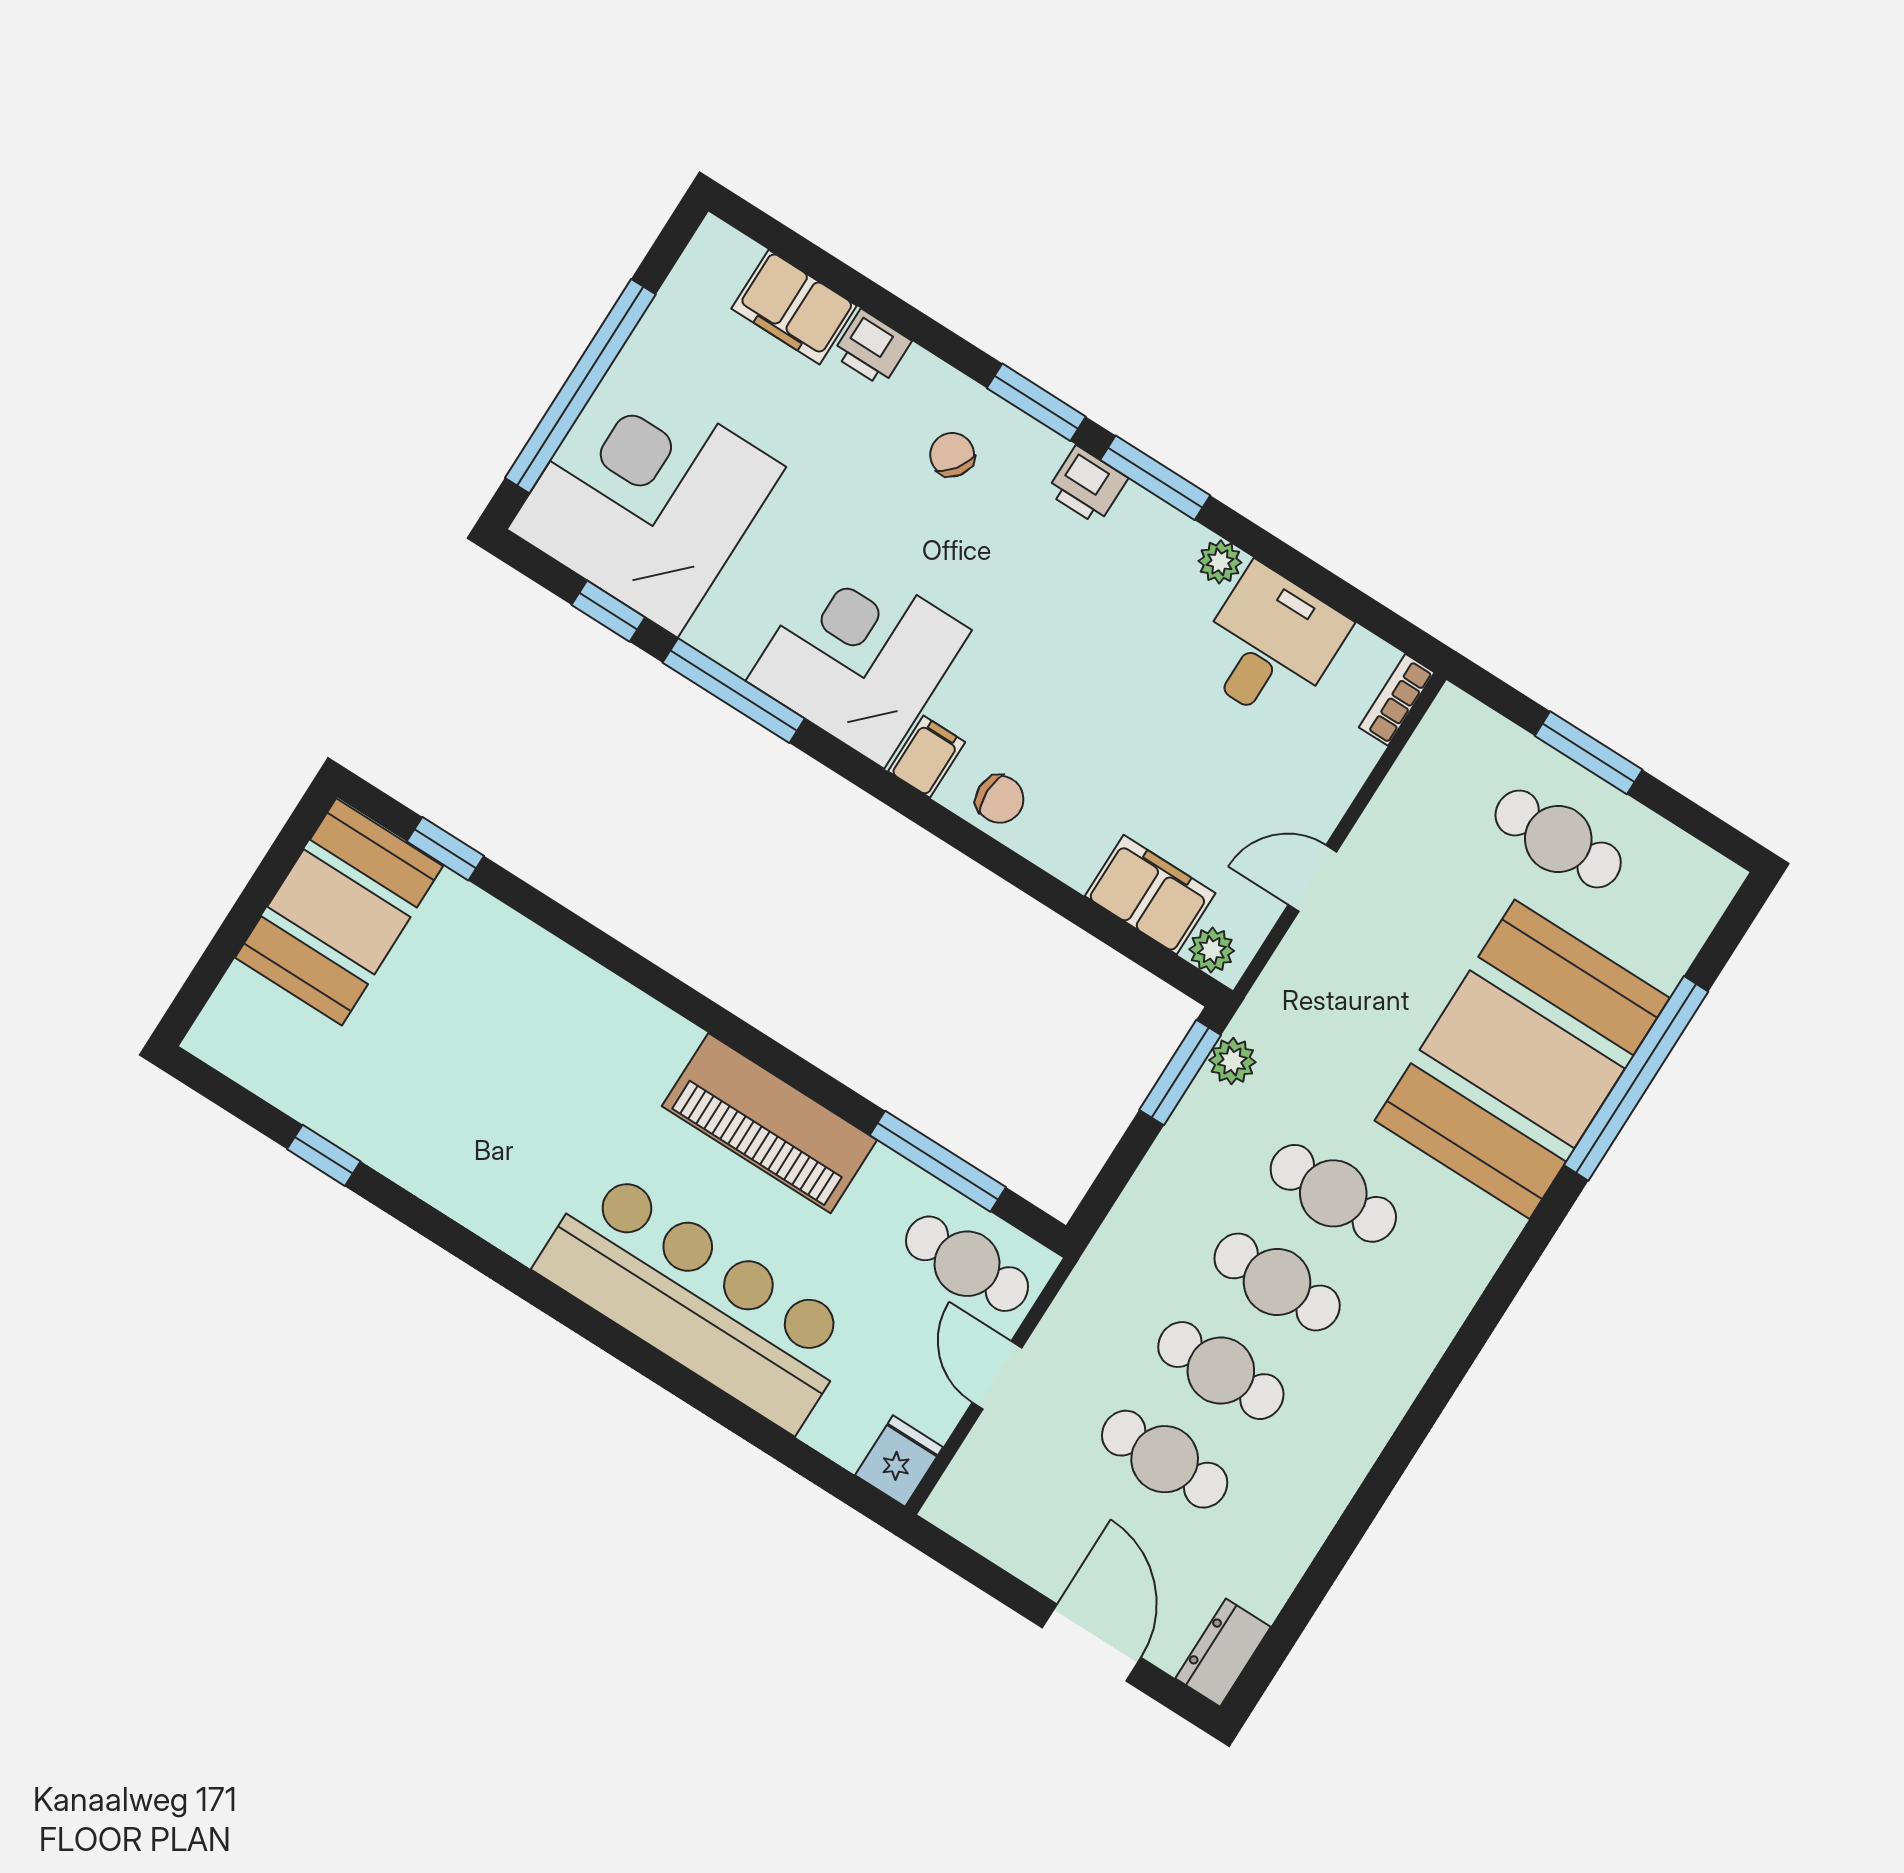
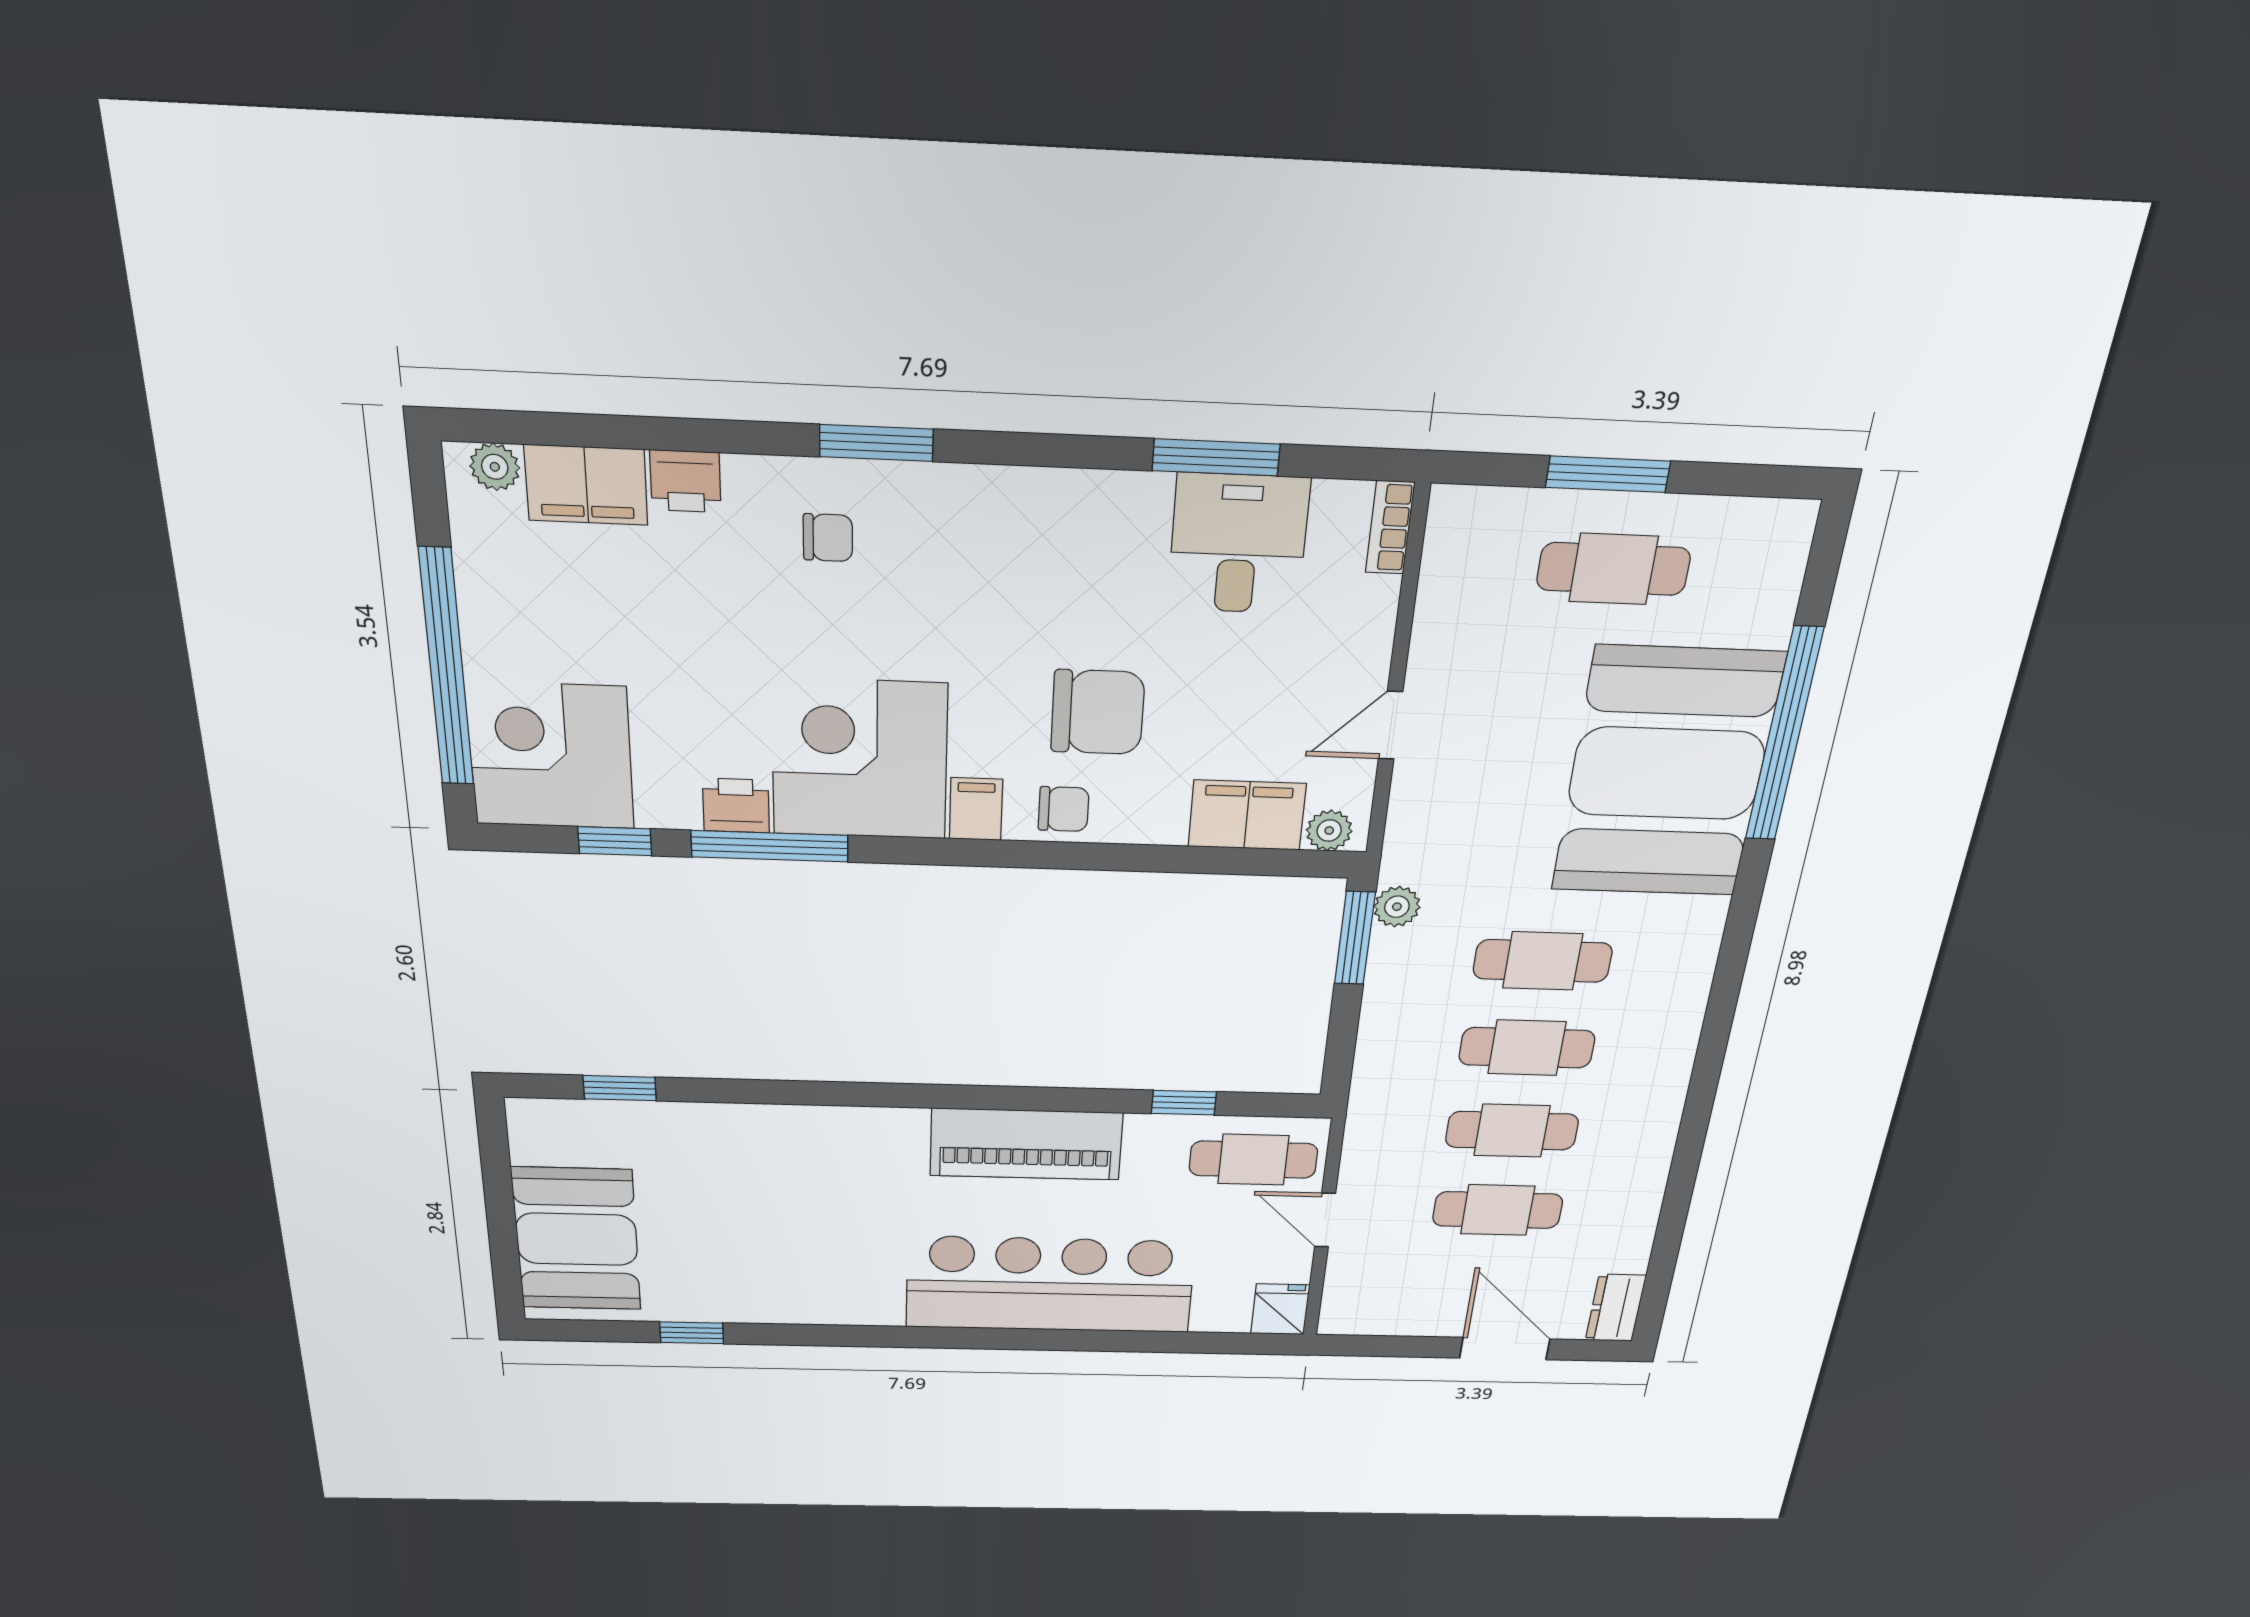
chair: (952, 455) -> (828, 538), turned 144
window: (1155, 478) -> (1216, 457), moved
printer: (1087, 485) -> (736, 806), moved, turned 180
corner desk: (646, 498) -> (551, 756), width x0.74, depth x0.74
plant: (1220, 562) -> (495, 467), moved
chair: (1078, 726) -> (1098, 712), added
booth: (339, 912) -> (577, 1239), moved
window: (938, 1161) -> (1184, 1103), width x0.46

